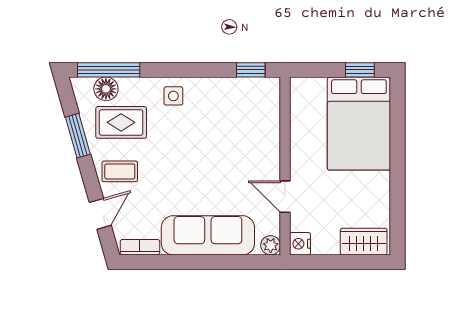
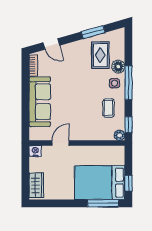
window: (109, 70) -> (128, 83), moved
floor lamp: (106, 89) -> (118, 67), moved
window: (398, 117) -> (103, 203), added
coffee table: (120, 171) -> (109, 108), moved
plant: (271, 245) -> (119, 135), moved

